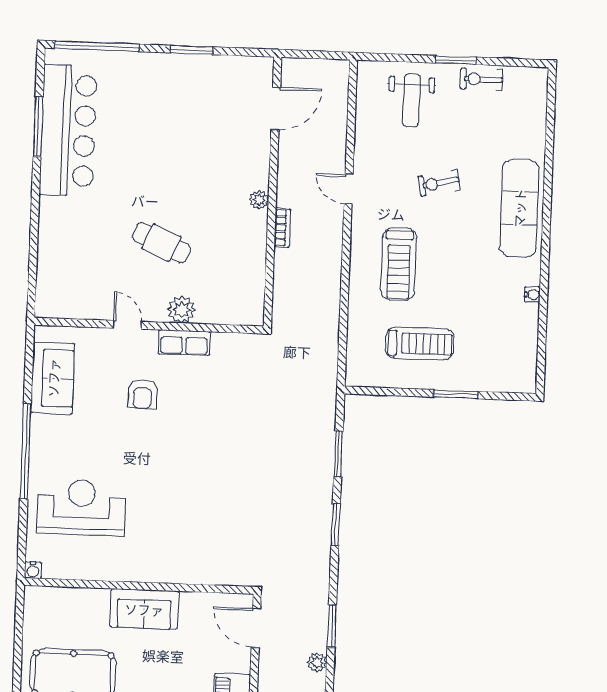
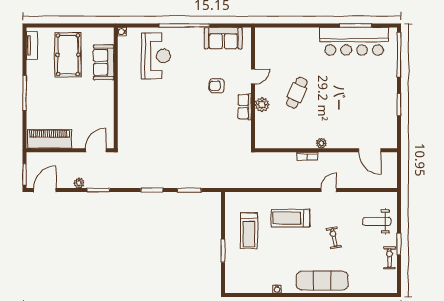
sofa: (144, 609) -> (104, 62), moved

